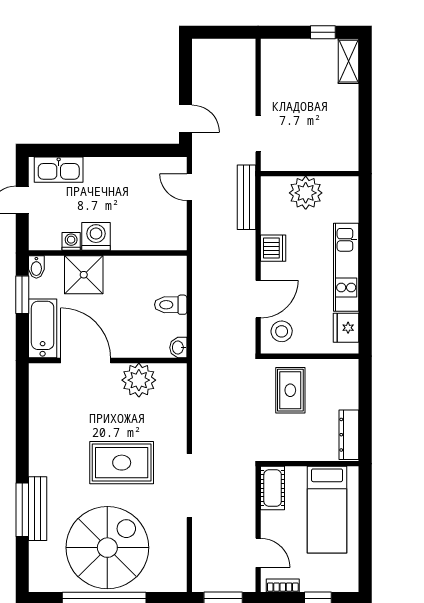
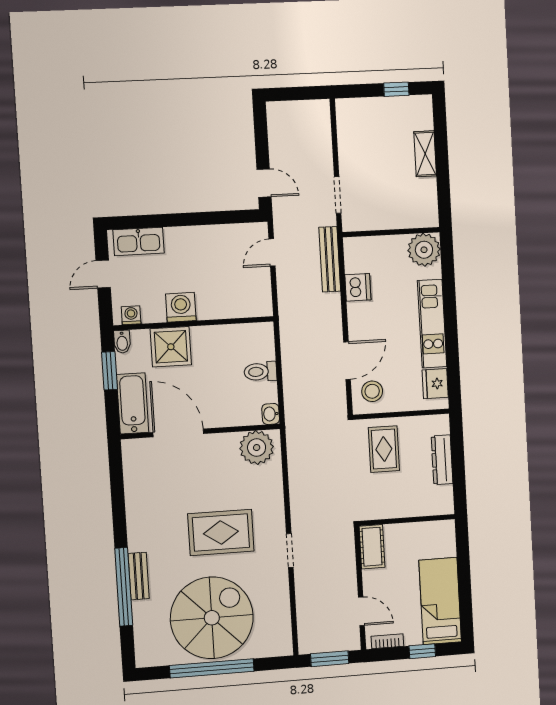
shelving: (348, 61) -> (425, 154), moved
door: (189, 187) -> (272, 252), hinge flipped
plant: (306, 193) -> (424, 250), moved
washing machine: (71, 241) -> (131, 315), moved
dishwasher: (273, 248) -> (358, 287), moved
plant: (139, 380) -> (257, 448), moved
dresser: (349, 435) -> (442, 460), moved
doorway: (189, 486) -> (290, 550), width x0.53
bench: (38, 509) -> (139, 576), width x0.73
window: (22, 510) -> (124, 587), width x1.46
bed: (327, 510) -> (440, 601), moved, turned 180

